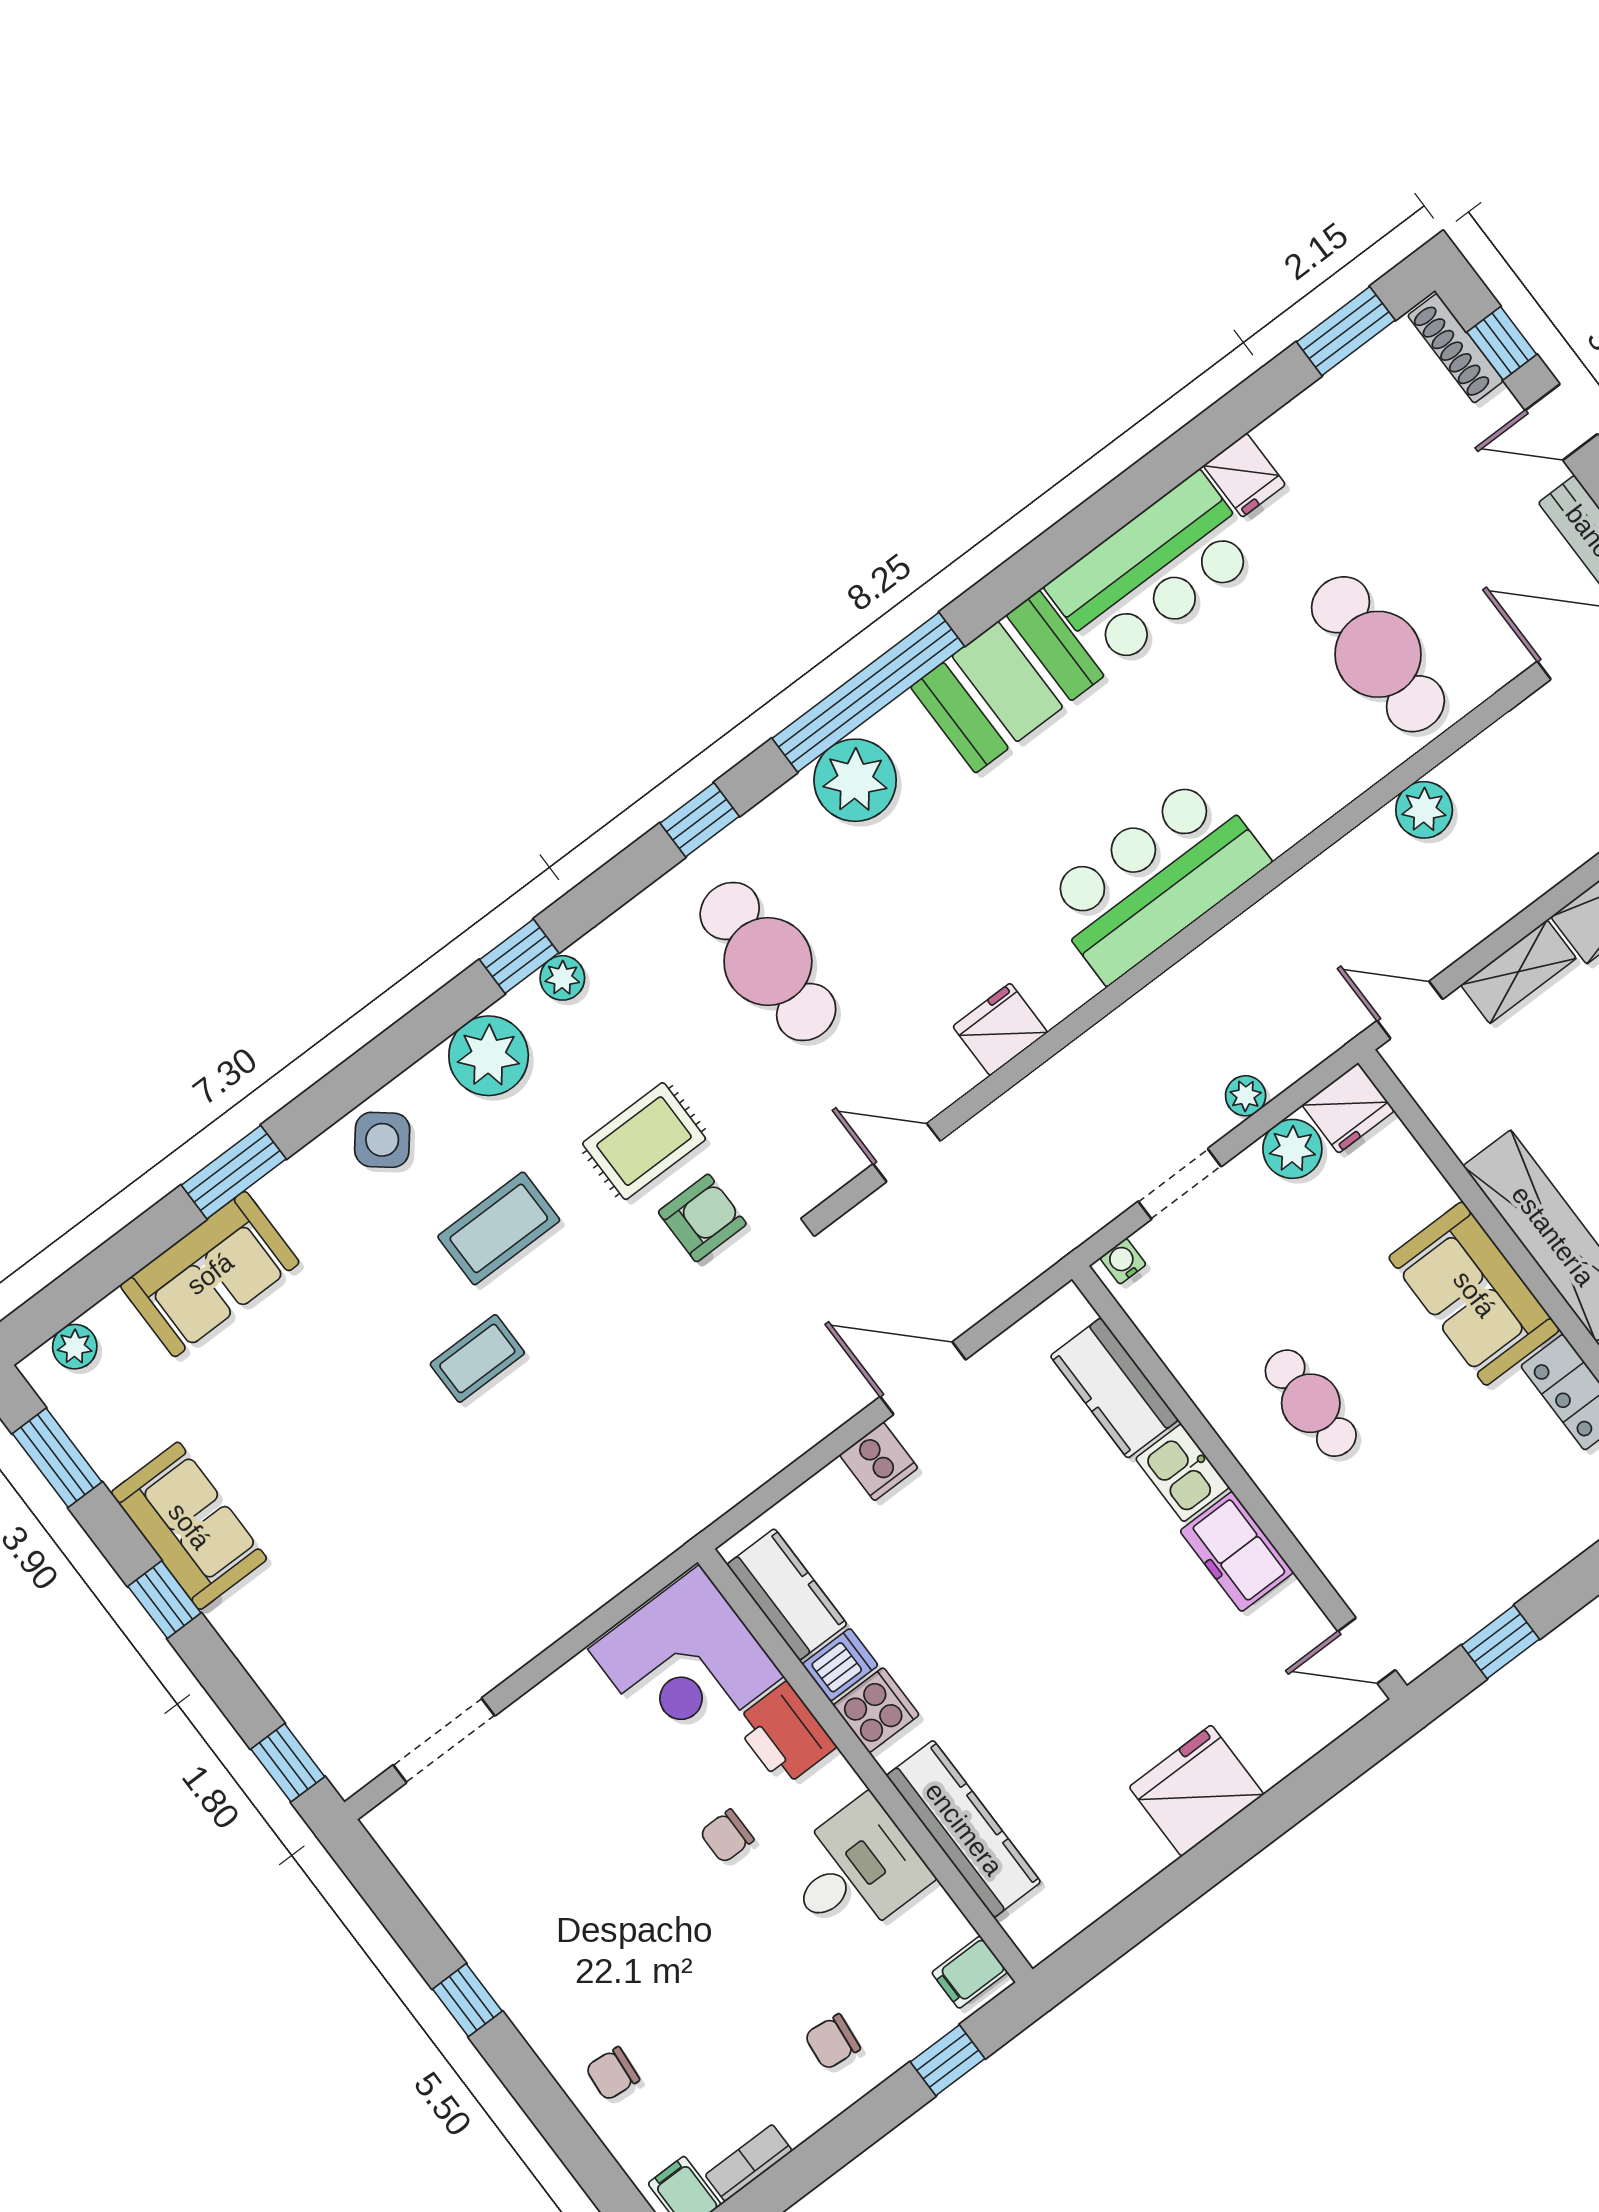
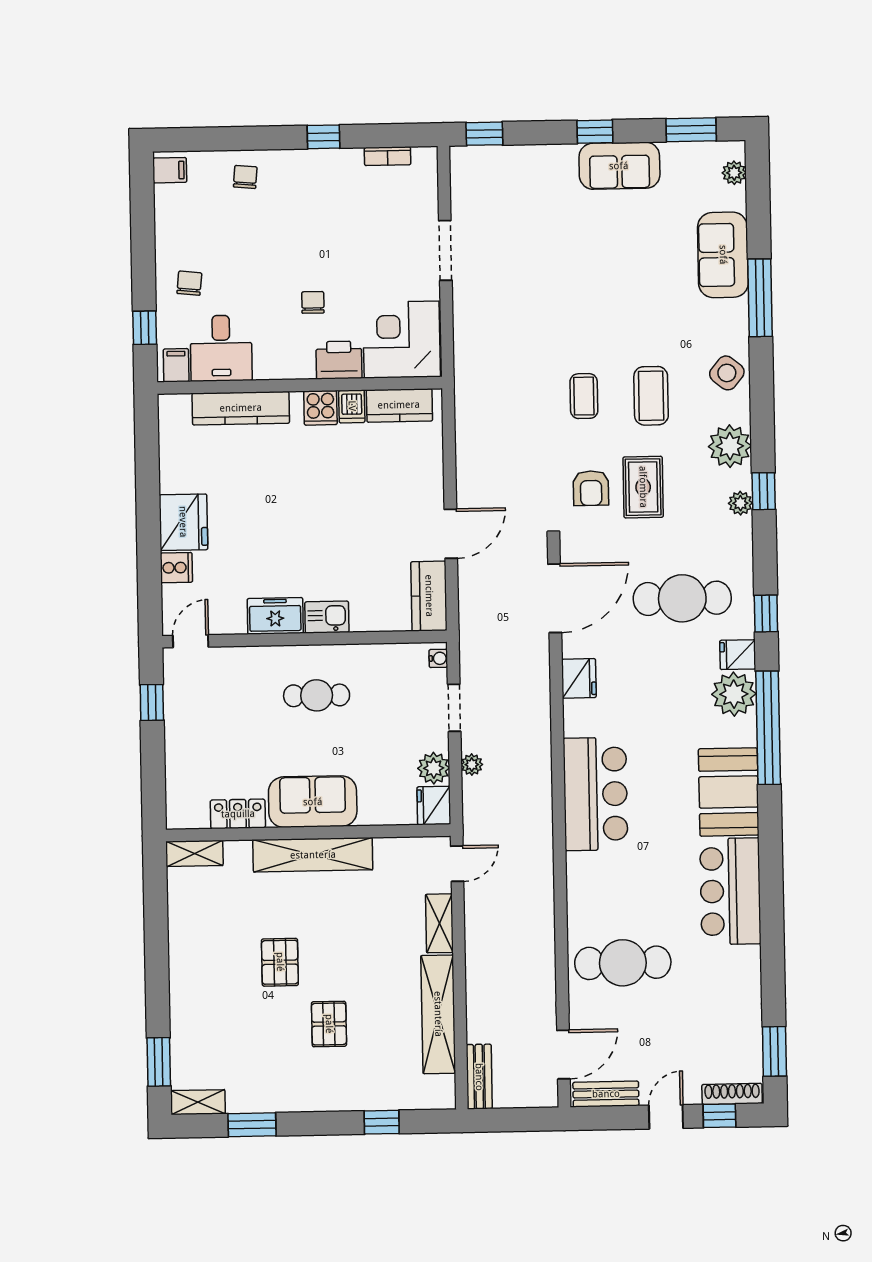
fridge: (1244, 475) -> (738, 655), moved
plant: (1424, 810) -> (540, 933), removed
door: (907, 1153) -> (555, 598), width x1.87
window: (234, 1172) -> (760, 298), width x1.44
coffee table: (477, 1358) -> (584, 396), moved
kitchen counter: (1114, 1388) -> (429, 596), moved, turned -90
cooker: (879, 1461) -> (176, 568), moved, turned 180
doorway: (444, 1740) -> (445, 250), moved
desk: (855, 1871) -> (221, 348), moved
bookcase: (749, 2163) -> (388, 156), moved, turned 90

